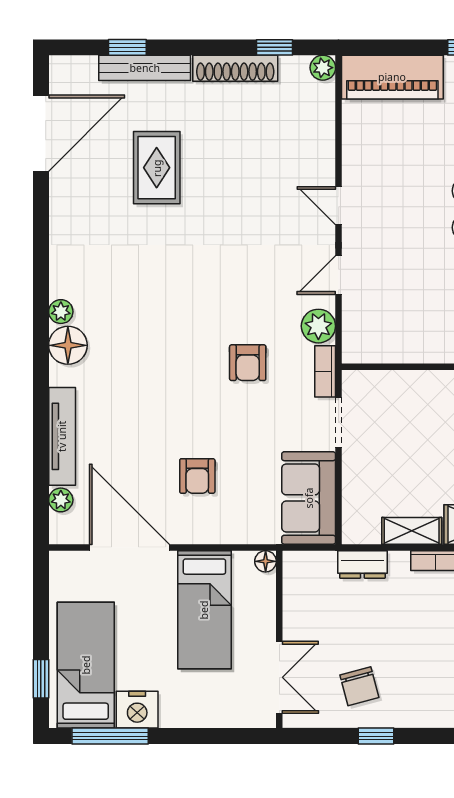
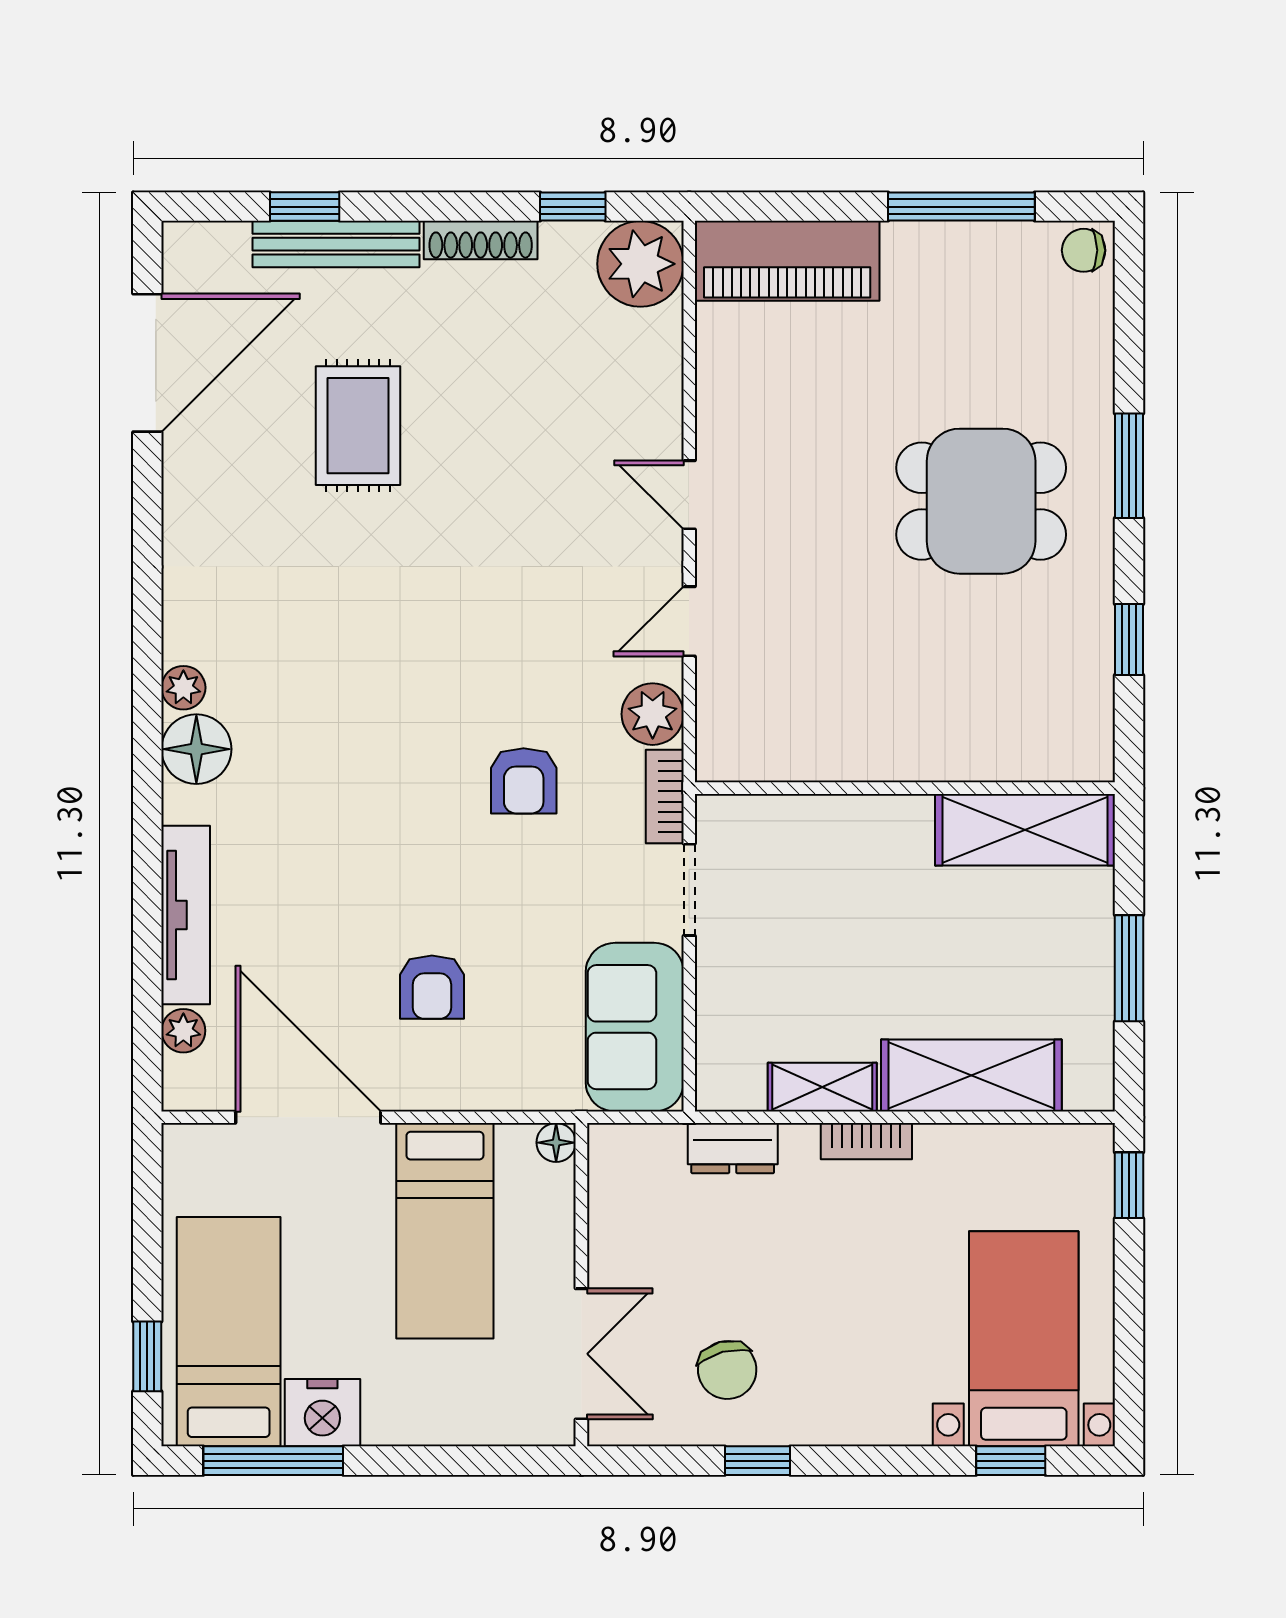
shoe rack: (235, 68) -> (481, 240), width x0.74, depth x0.81
plant: (323, 68) -> (640, 264), width x1.87, depth x1.87

